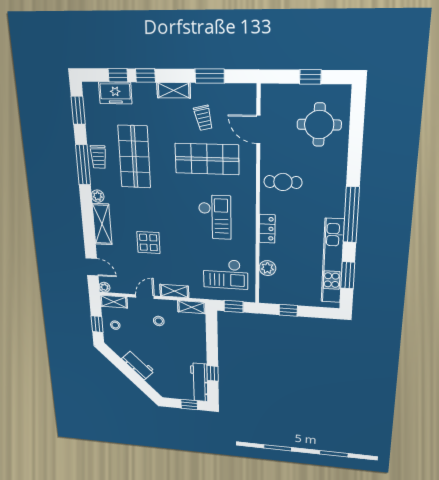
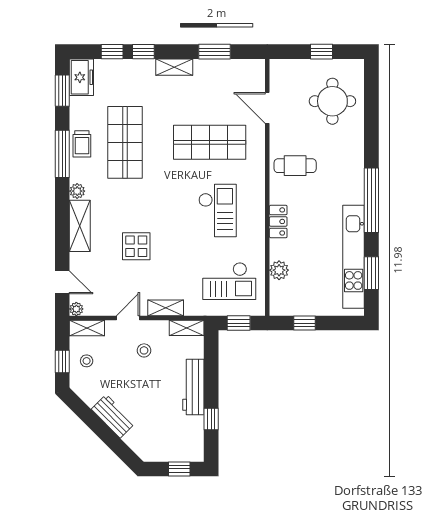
freezer: (115, 93) -> (81, 77), moved, turned -90
trolley: (203, 118) -> (207, 97), removed
workbench: (199, 382) -> (193, 387), moved

